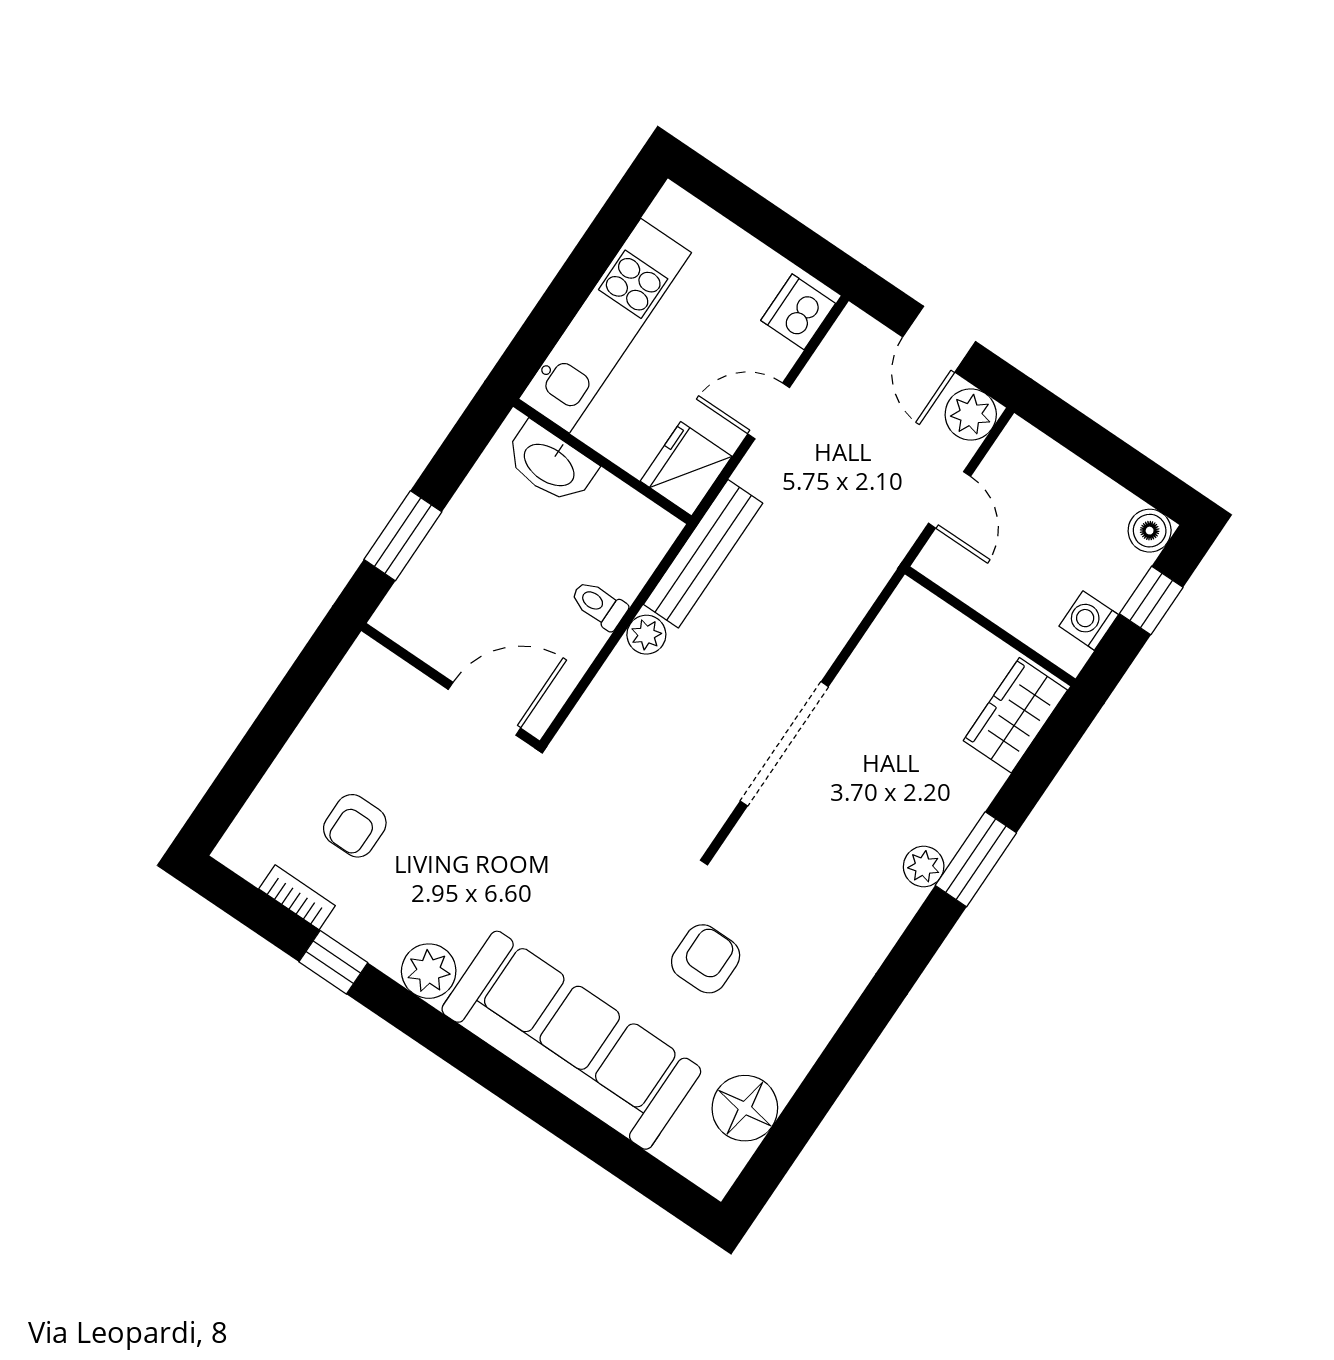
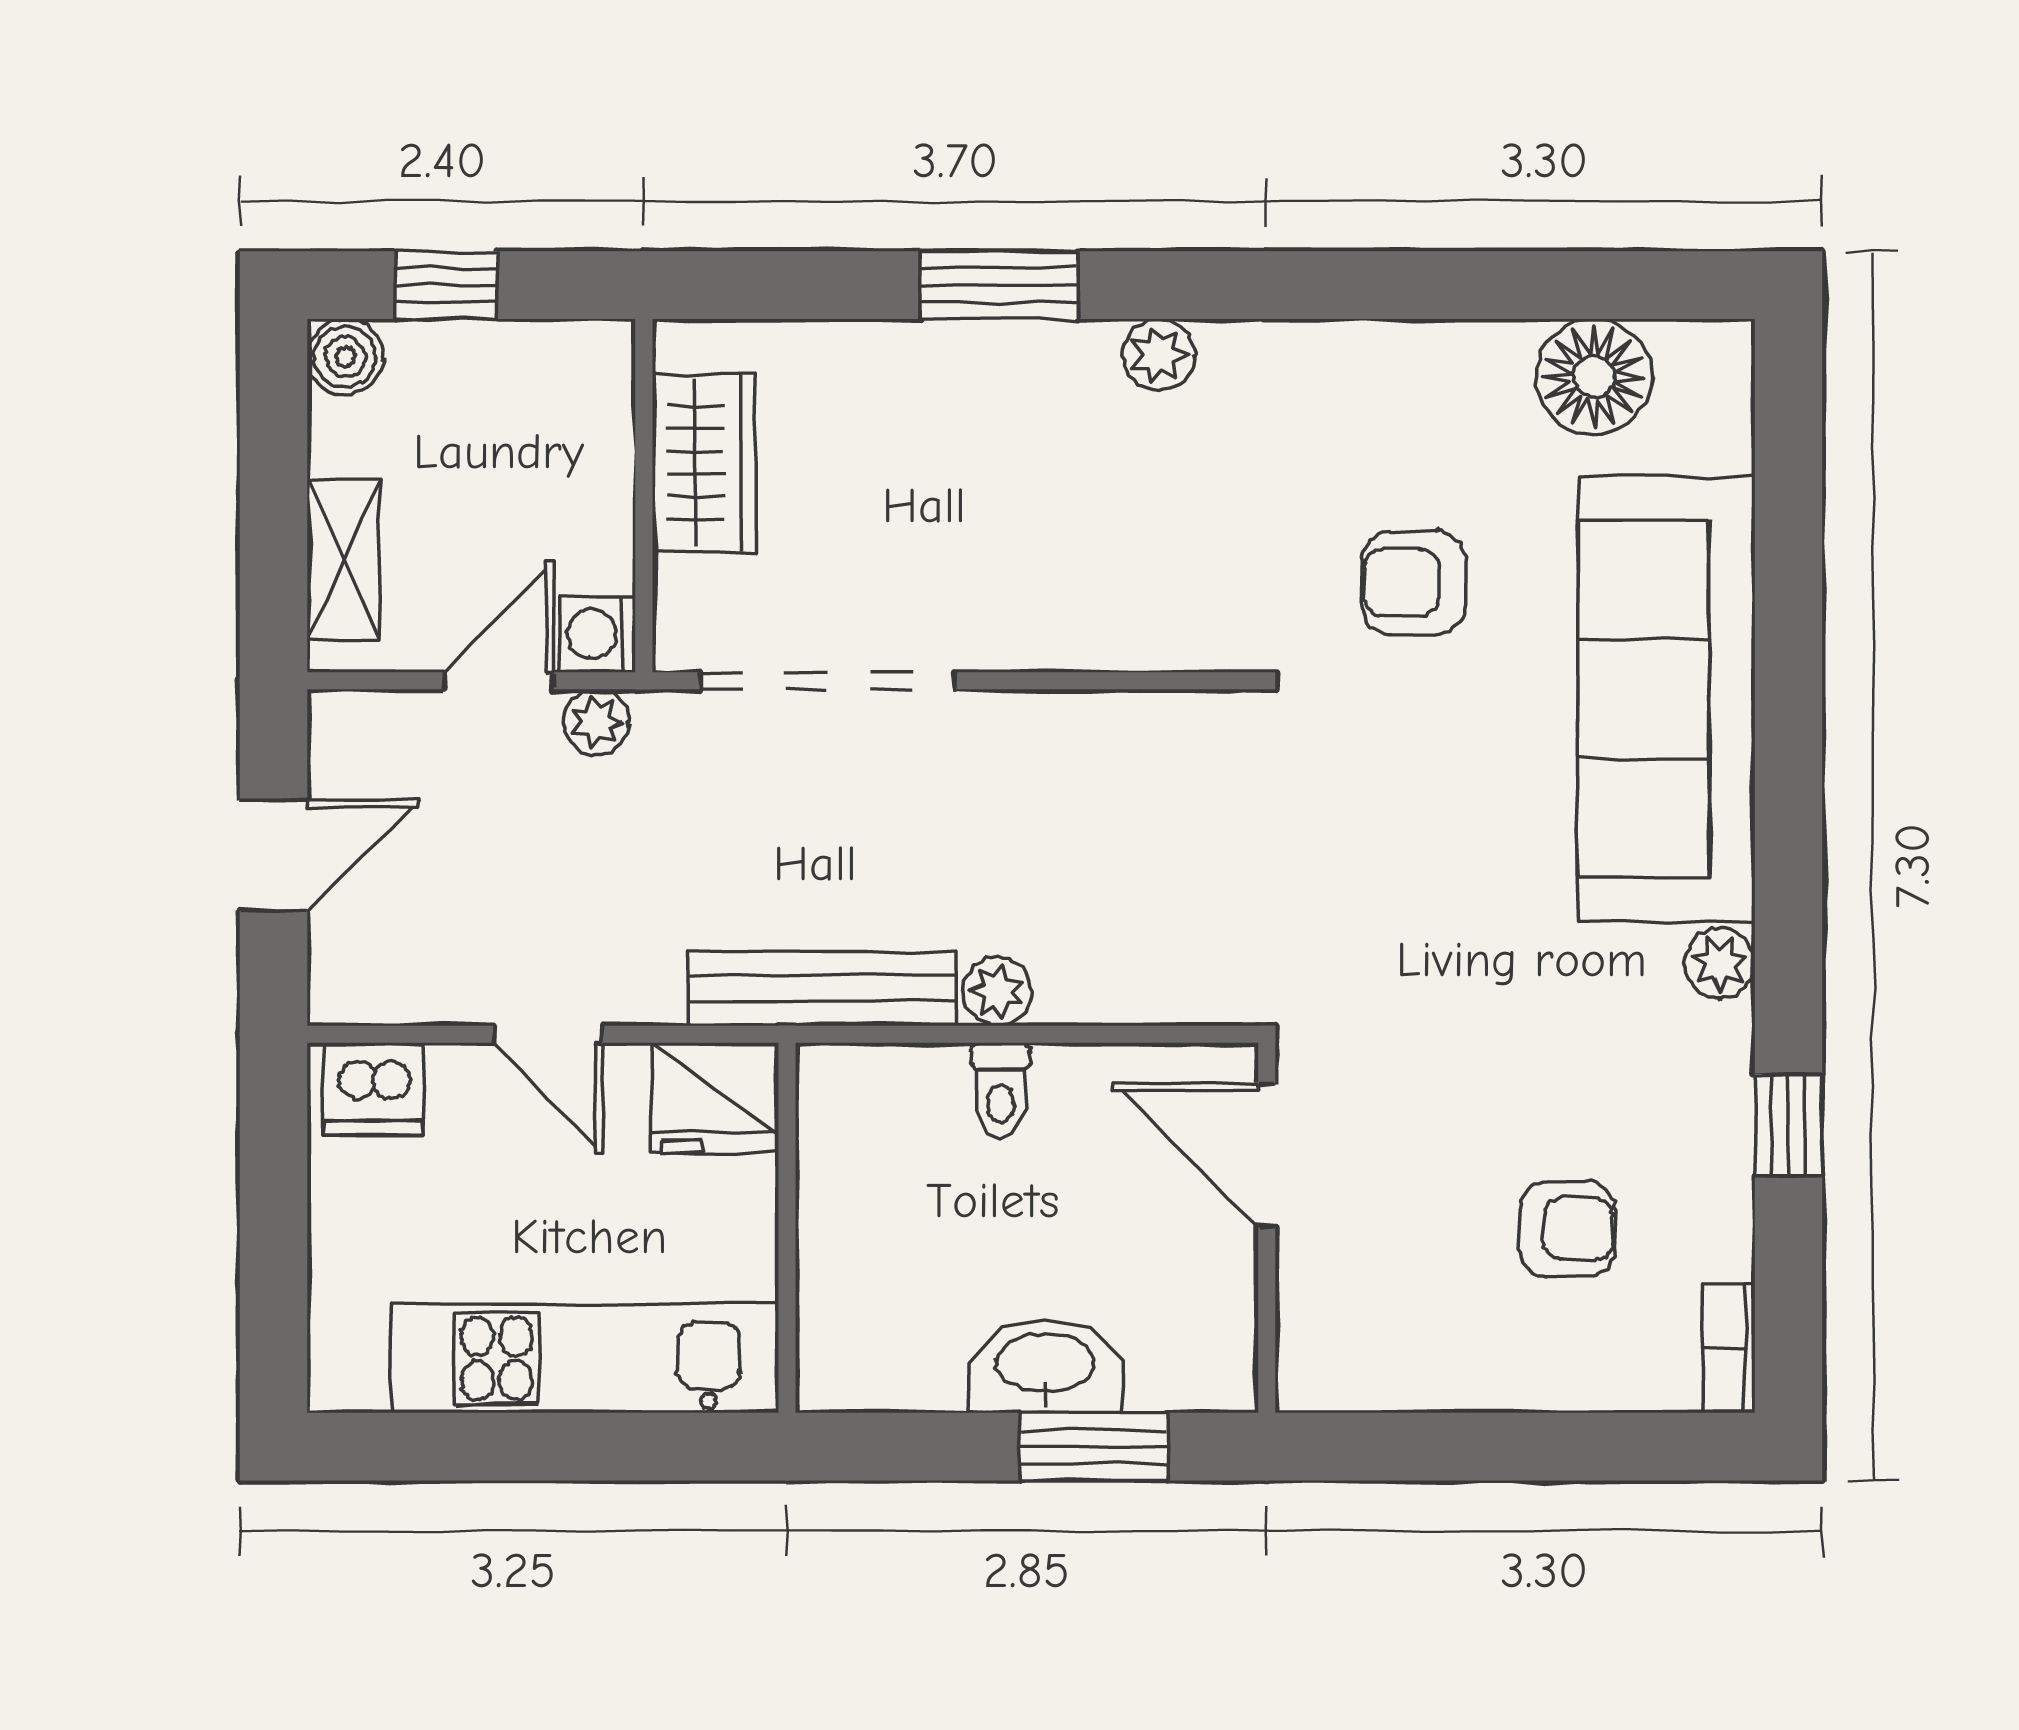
plant: (971, 414) -> (596, 722), moved, width x0.73, depth x0.73
washbasin: (550, 464) -> (1045, 1366), moved, turned -90
shelving: (1055, 465) -> (343, 560), added
washing machine: (1089, 620) -> (597, 634), moved, turned 90
wardrobe: (1015, 715) -> (704, 463), moved, turned -90
doorway: (784, 744) -> (828, 681), moved
plant: (924, 867) -> (1158, 355), moved
bookcase: (297, 897) -> (1729, 1348), moved
plant: (429, 971) -> (1720, 963), width x0.73, depth x0.73

